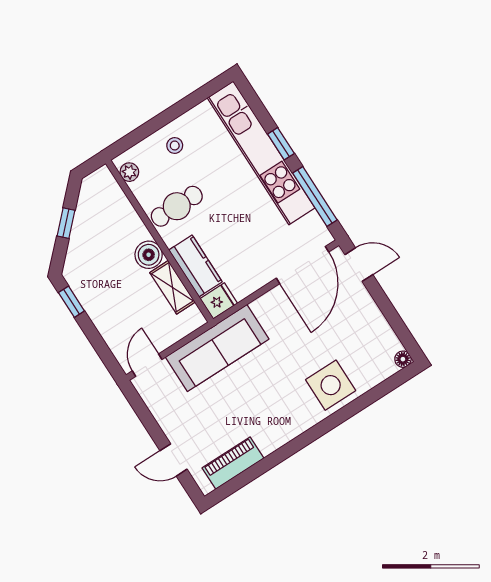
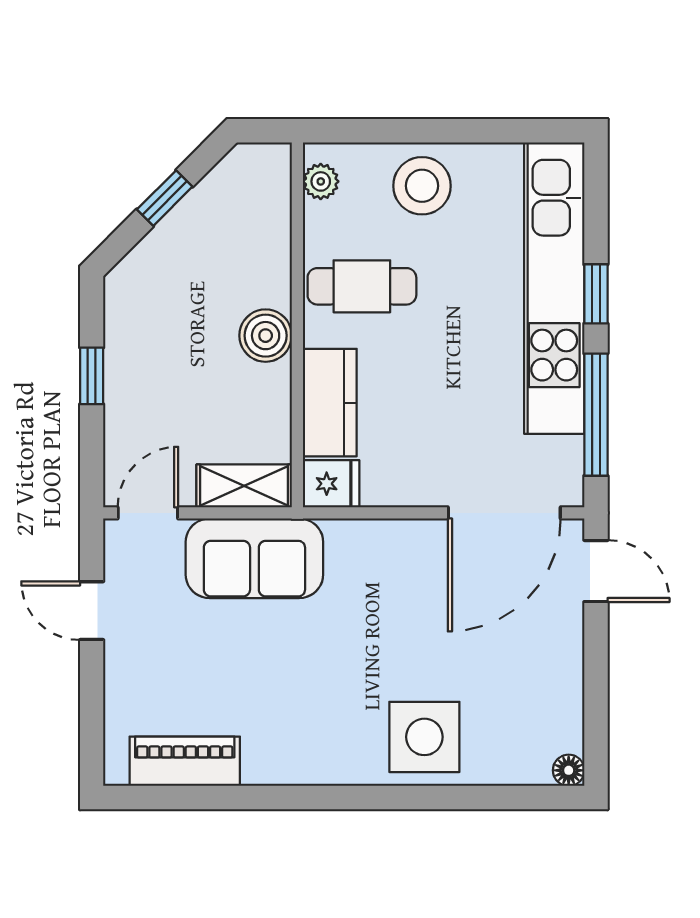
stool: (175, 145) -> (422, 186), width x1.89, depth x1.89
shelving: (172, 287) -> (244, 486), moved, turned 90
window: (71, 302) -> (92, 376), moved
sofa: (217, 348) -> (254, 558), width x0.73
door: (173, 460) -> (92, 611), moved

